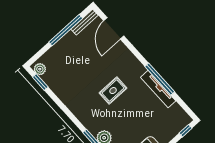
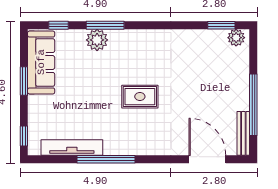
tv unit: (158, 89) -> (72, 147), moved
rug: (113, 91) -> (140, 97), turned 90

